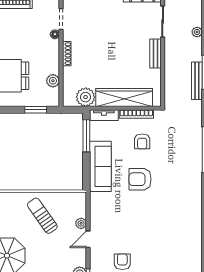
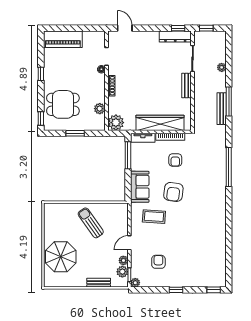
plant: (86, 97) -> (116, 123), moved
window: (36, 110) -> (75, 133), moved
sofa: (100, 166) -> (140, 187), width x0.73
armchair: (140, 179) -> (173, 192), turned -83
coffee table: (117, 208) -> (154, 217), added
plant: (81, 223) -> (123, 260), moved

